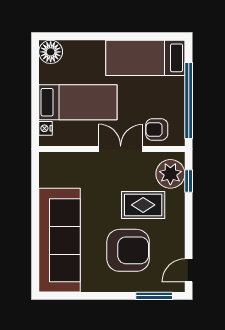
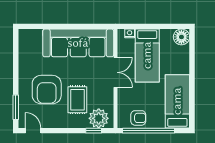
armchair: (157, 129) -> (138, 118), moved, turned 90
double door: (121, 149) -> (115, 72), moved
sofa: (59, 240) -> (78, 43), moved

